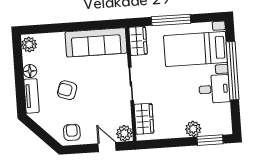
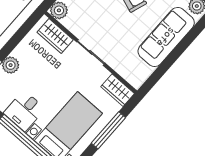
sofa: (96, 42) -> (166, 37), moved

